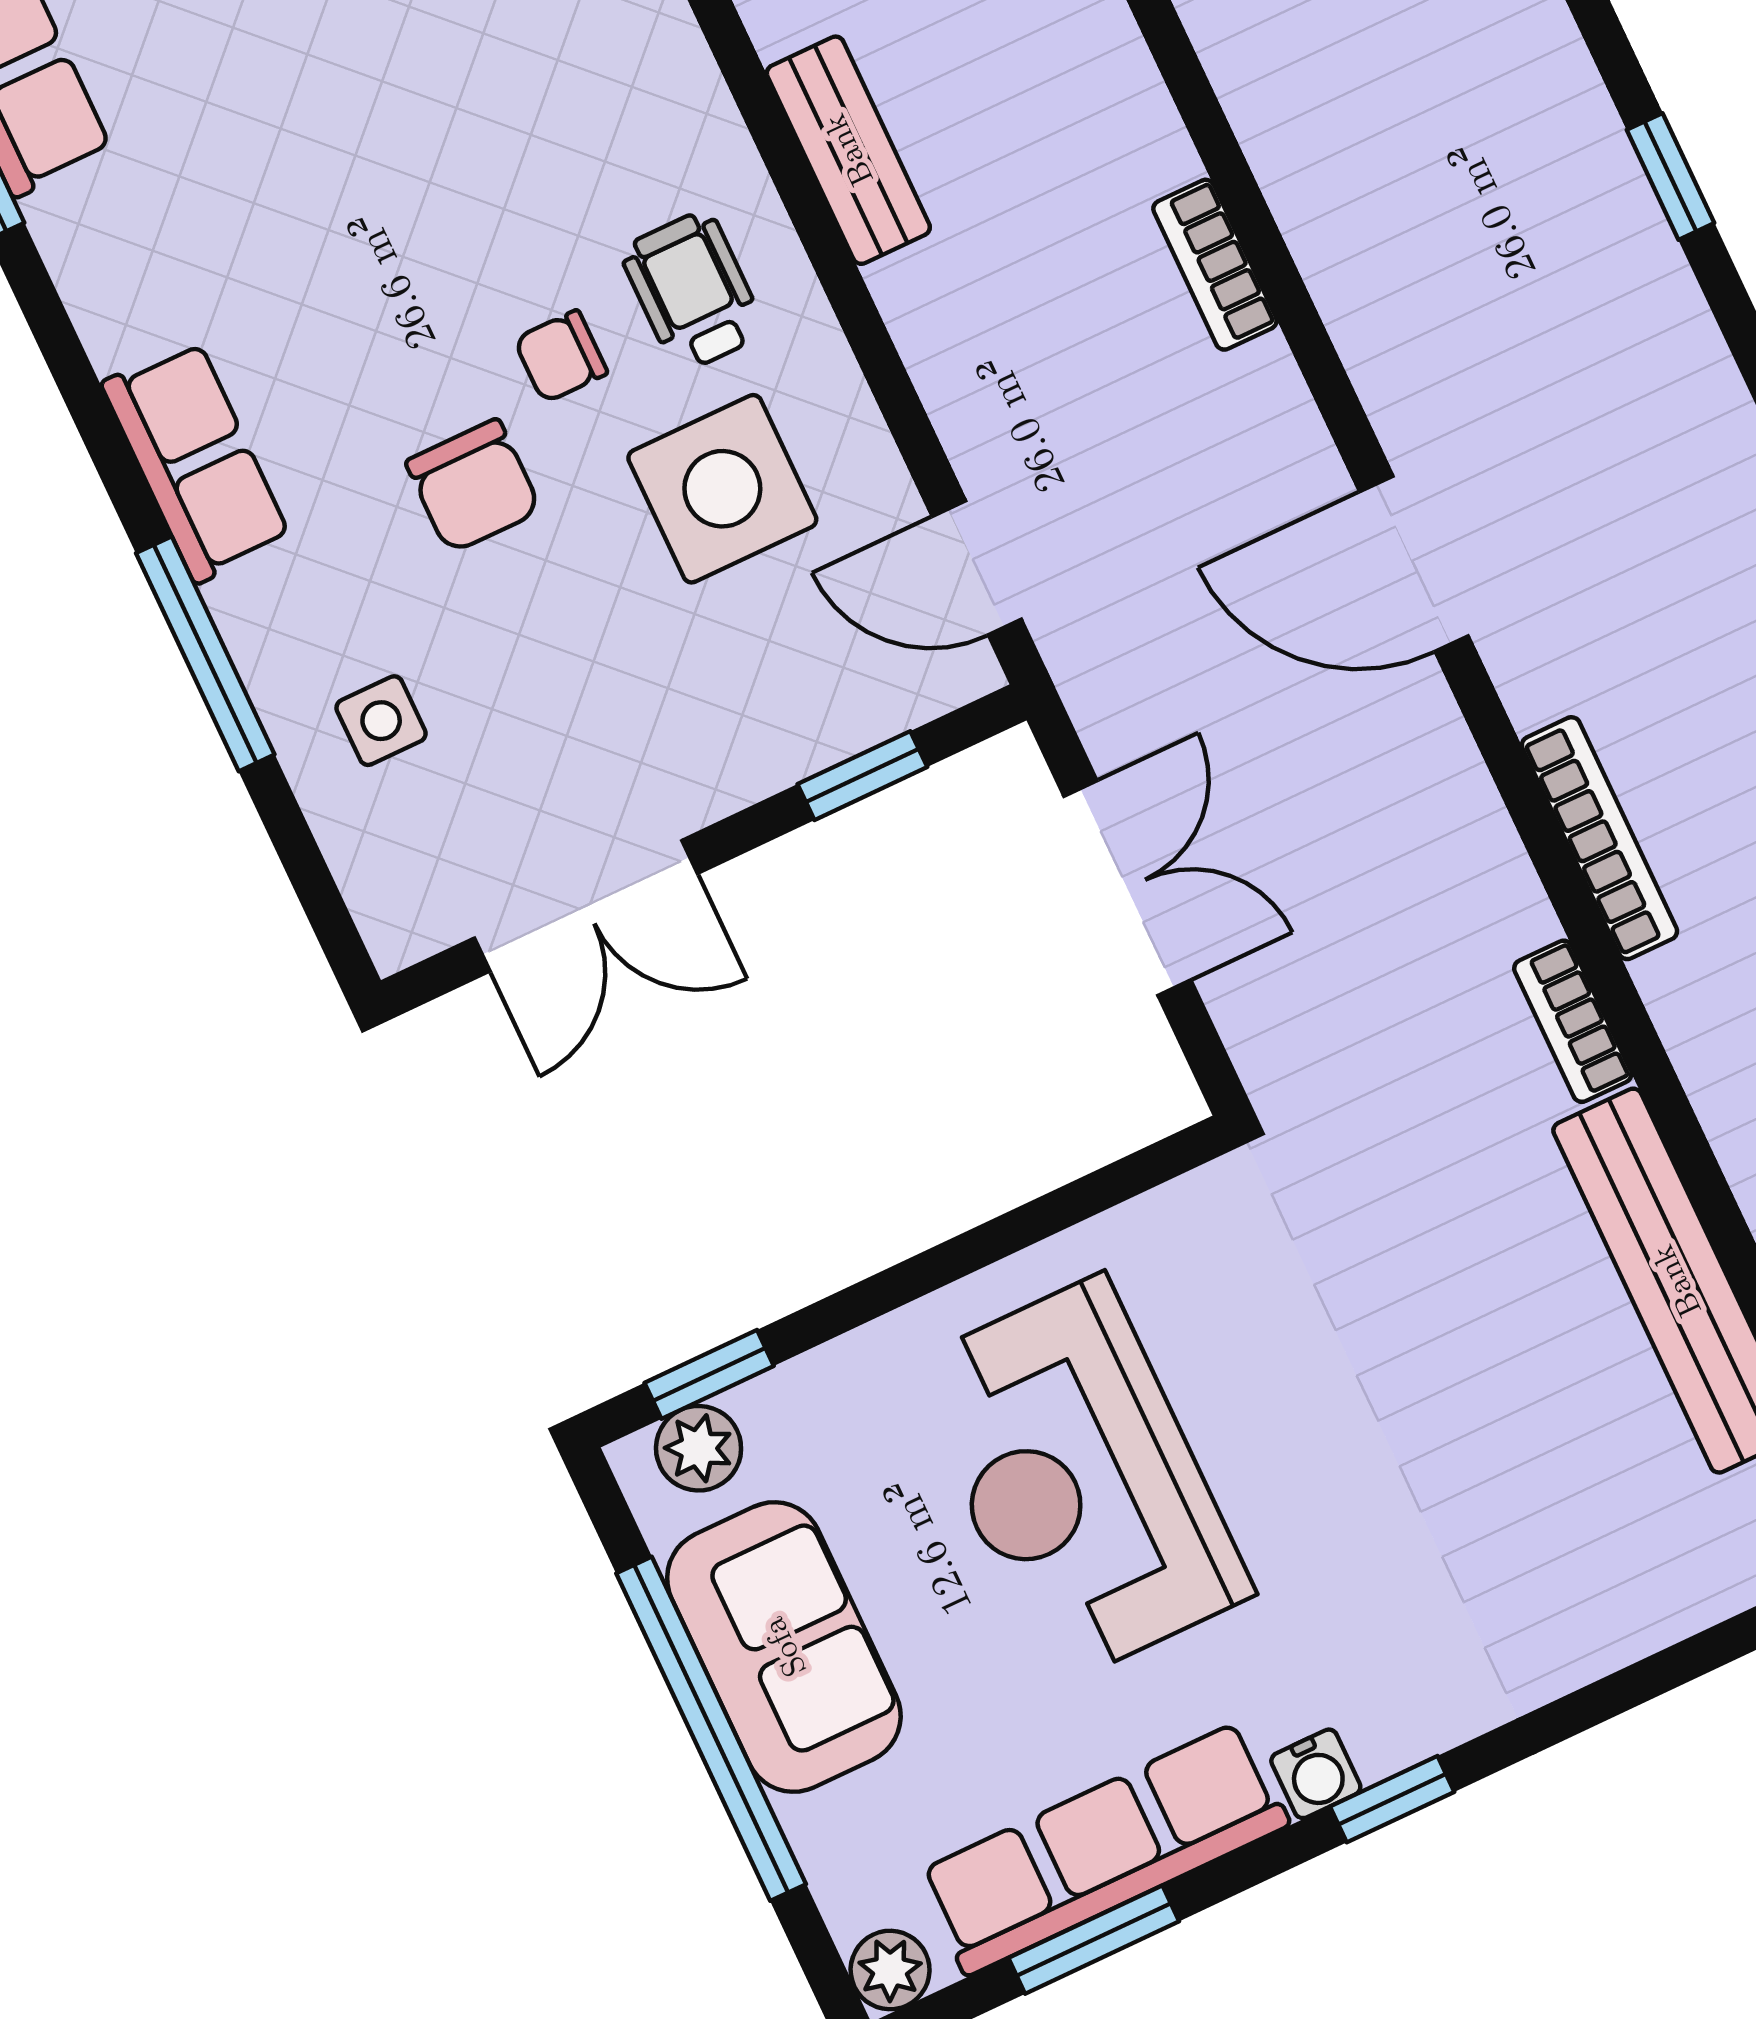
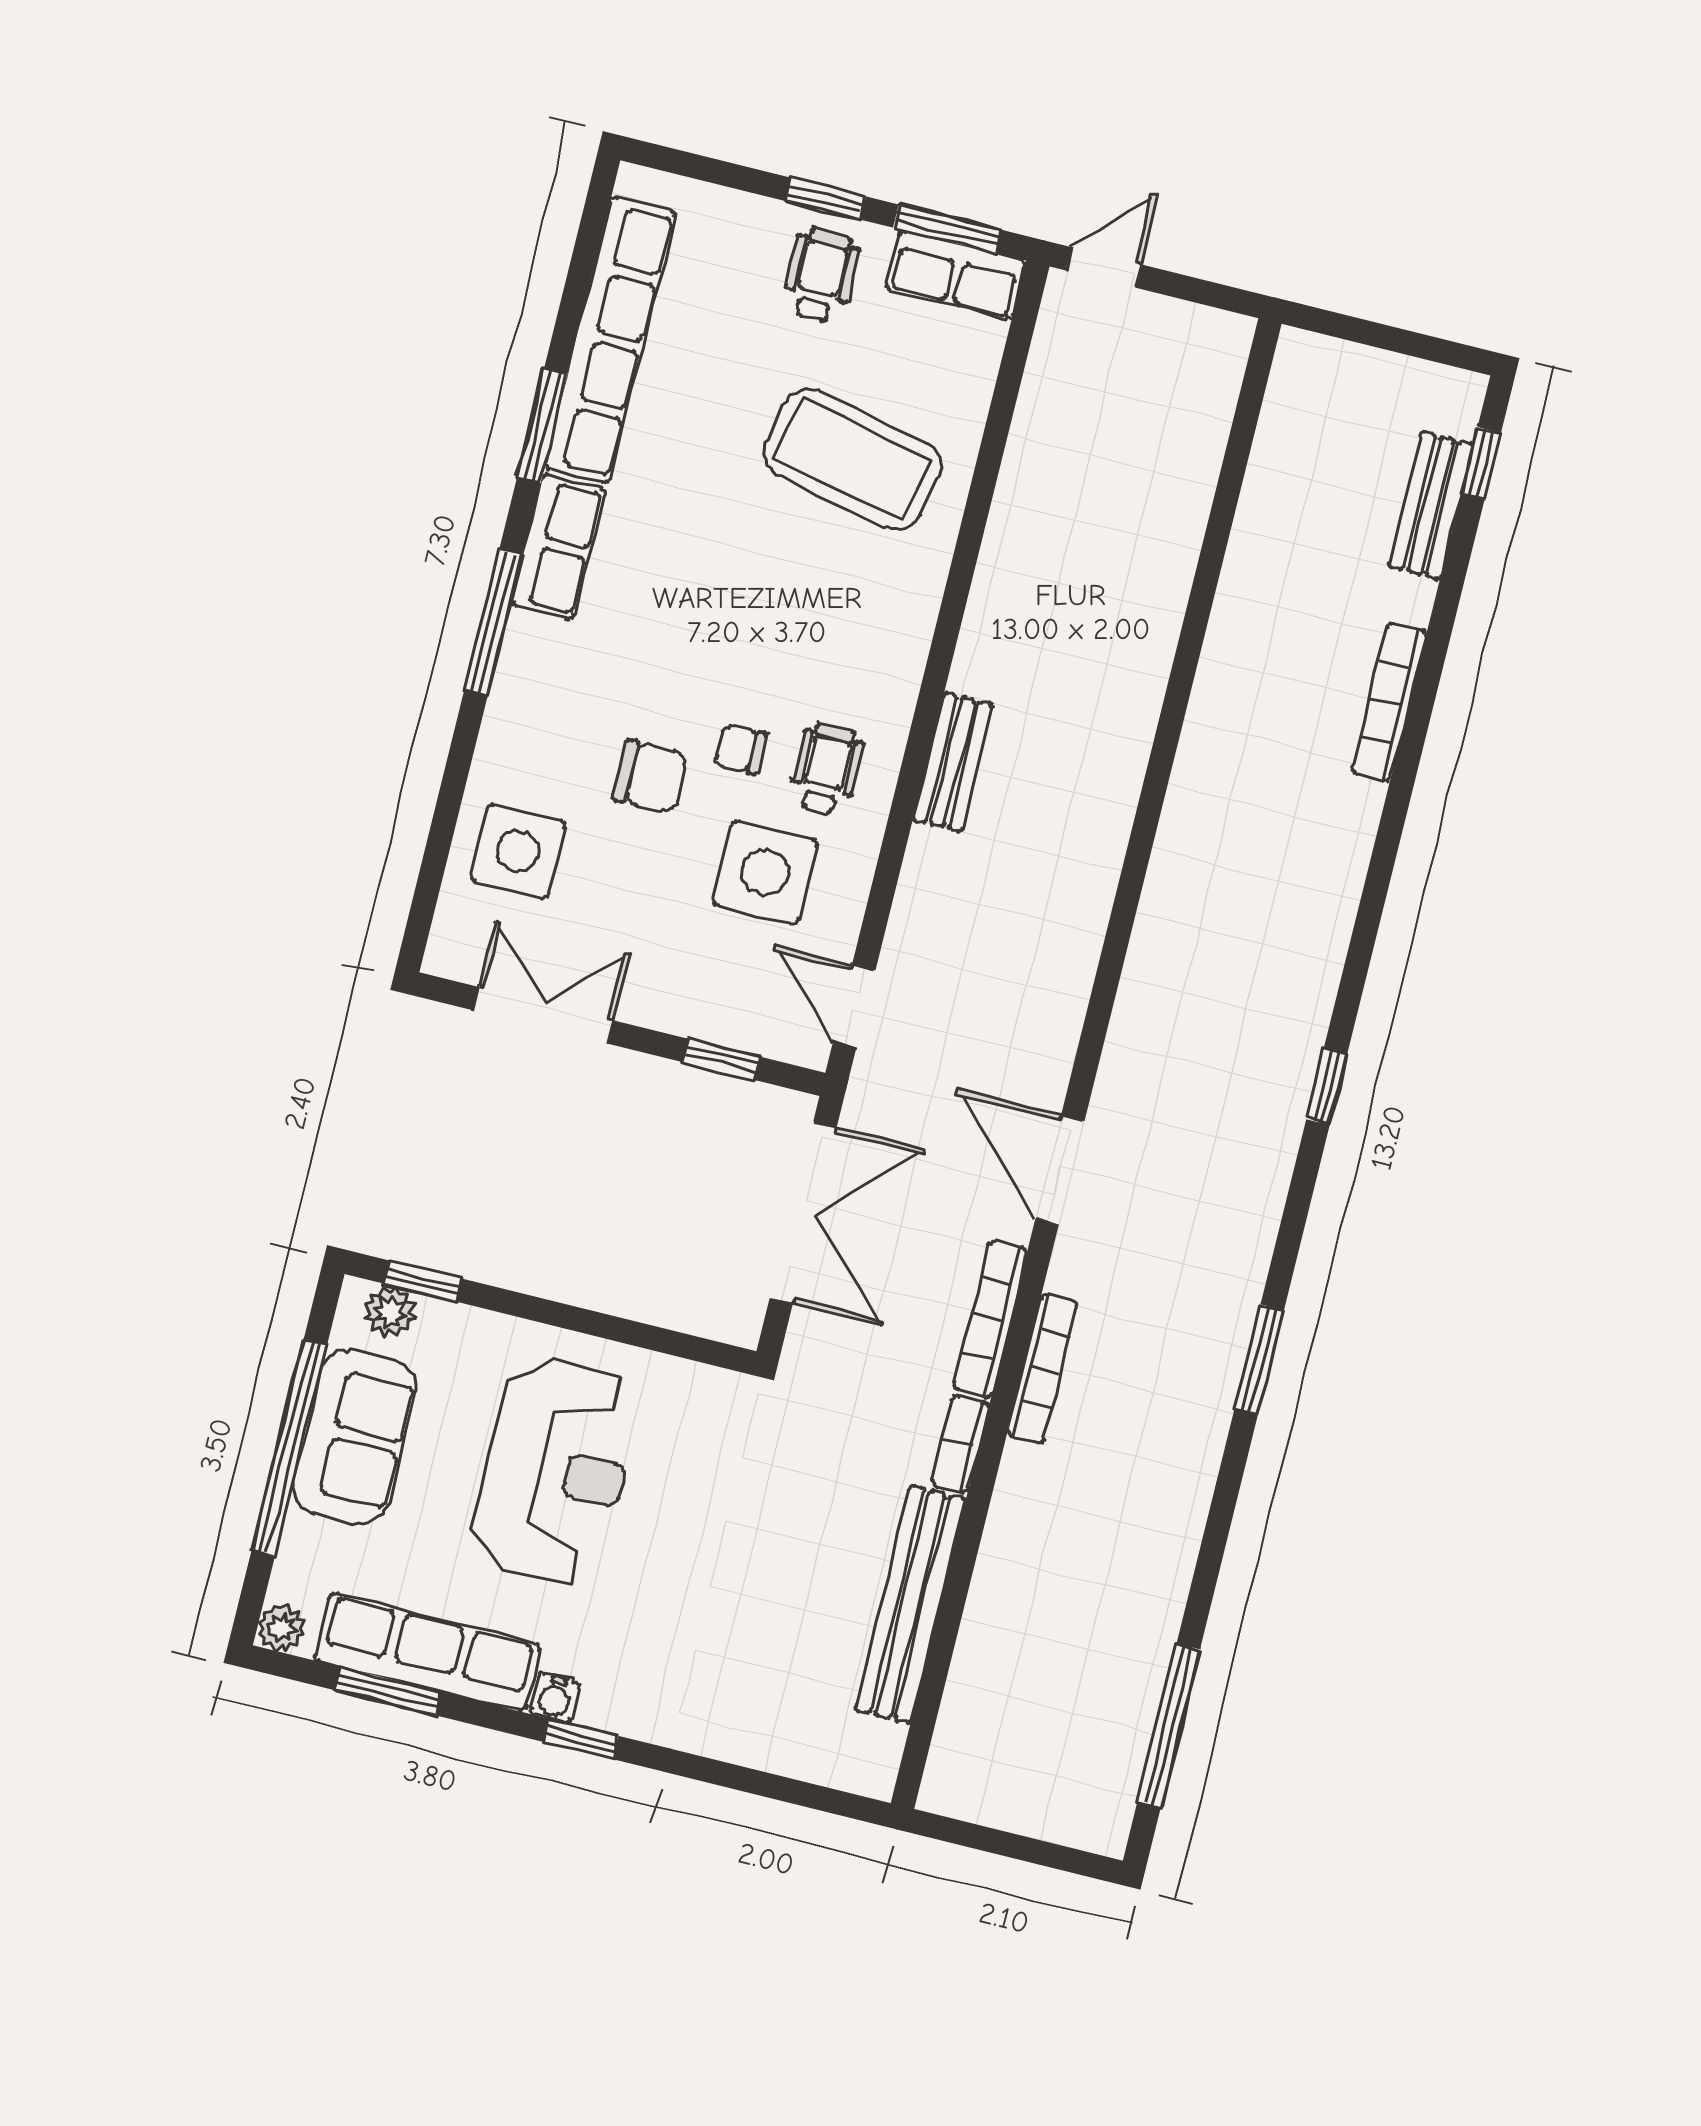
bookcase: (1215, 265) -> (990, 1319), moved, width x1.56
row of seats: (196, 461) -> (558, 547), moved
chair: (473, 486) -> (650, 777), turned -90
window: (205, 654) -> (494, 622), moved
side table: (381, 721) -> (518, 851), width x1.87, depth x1.87
double door: (1127, 888) -> (803, 1213), width x1.37
double door: (586, 906) -> (543, 1015), swing flipped
reception desk: (1079, 1480) -> (556, 1471), turned 180

